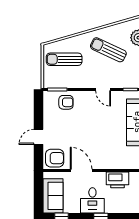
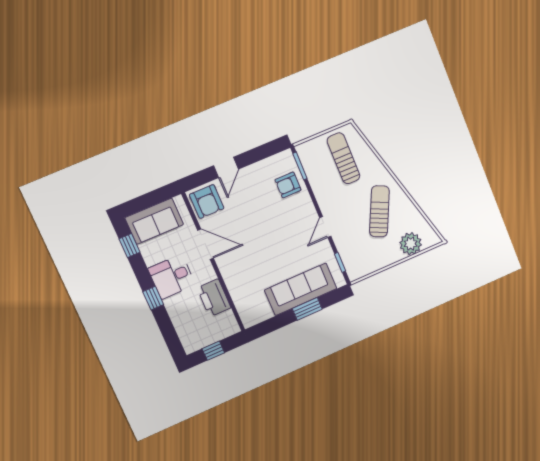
armchair: (66, 102) -> (288, 185), turned 90
door: (38, 137) -> (226, 167), swing flipped
door: (81, 170) -> (206, 244), hinge flipped

